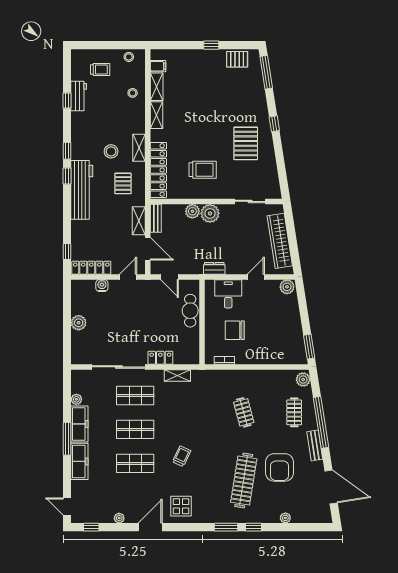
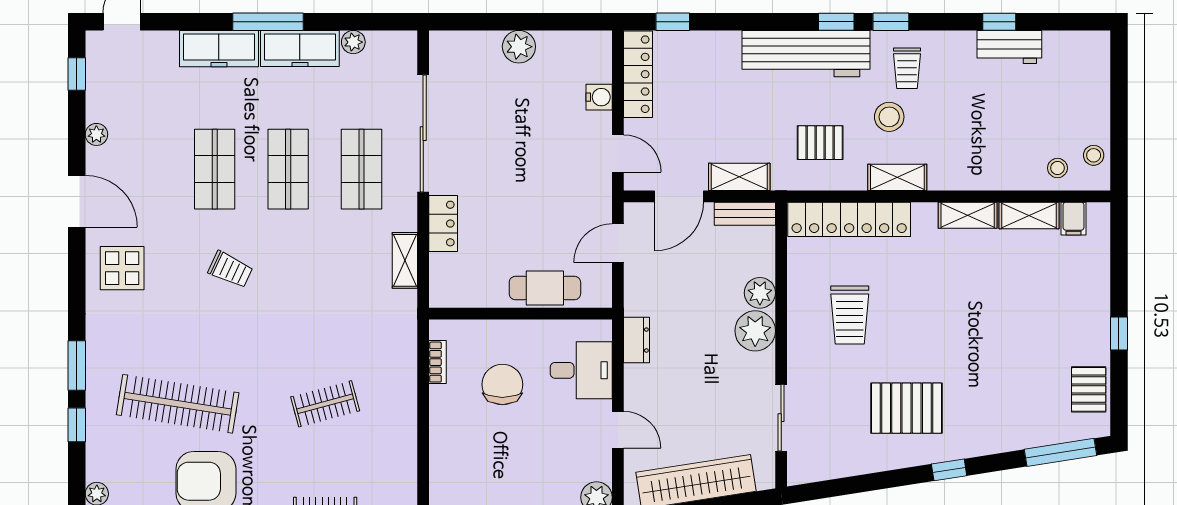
trolley: (100, 69) -> (907, 68), moved
stool: (133, 93) -> (1057, 168), moved

